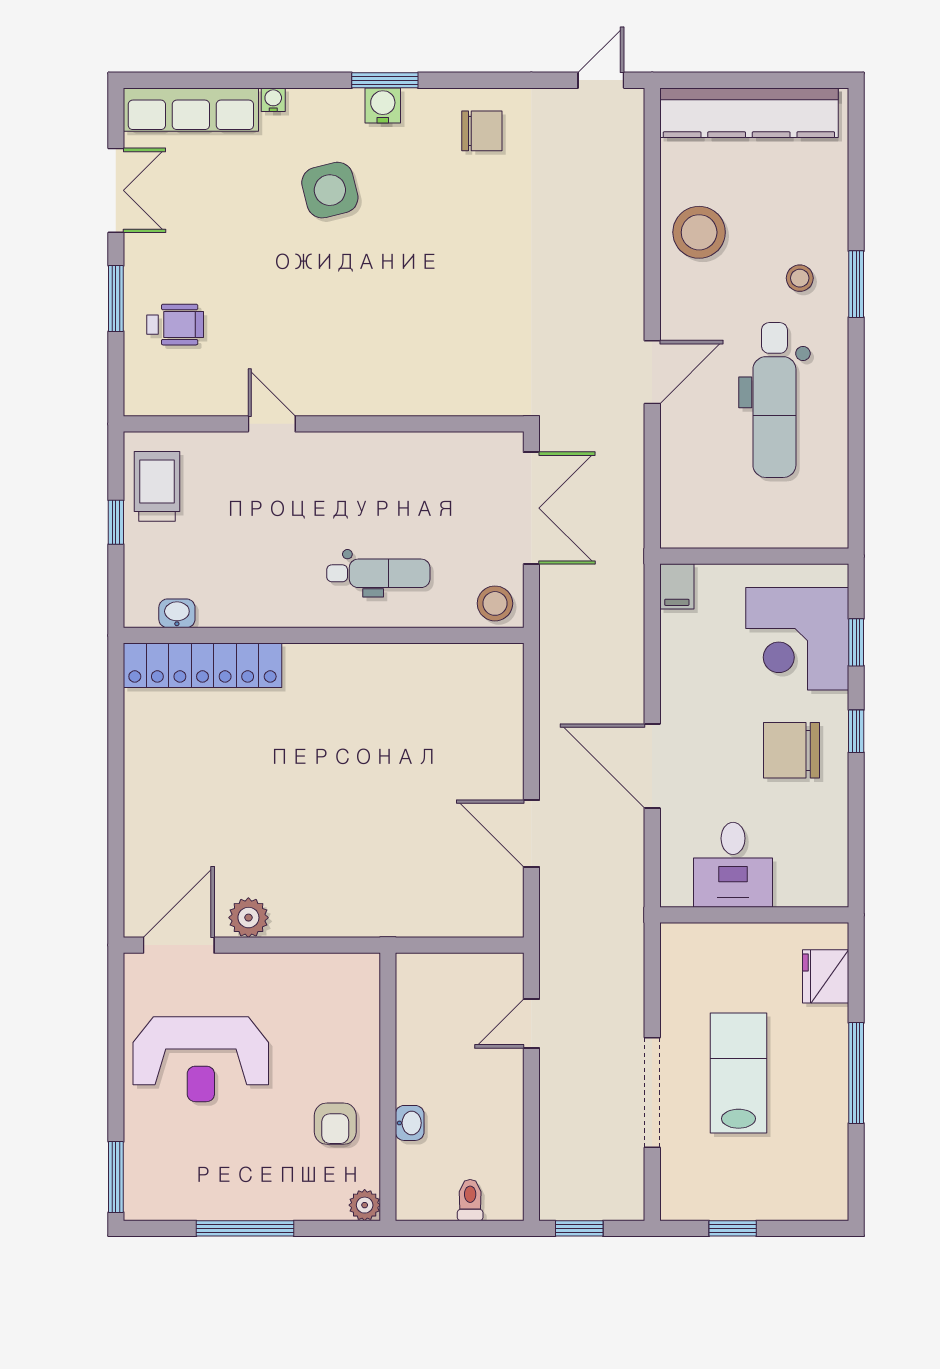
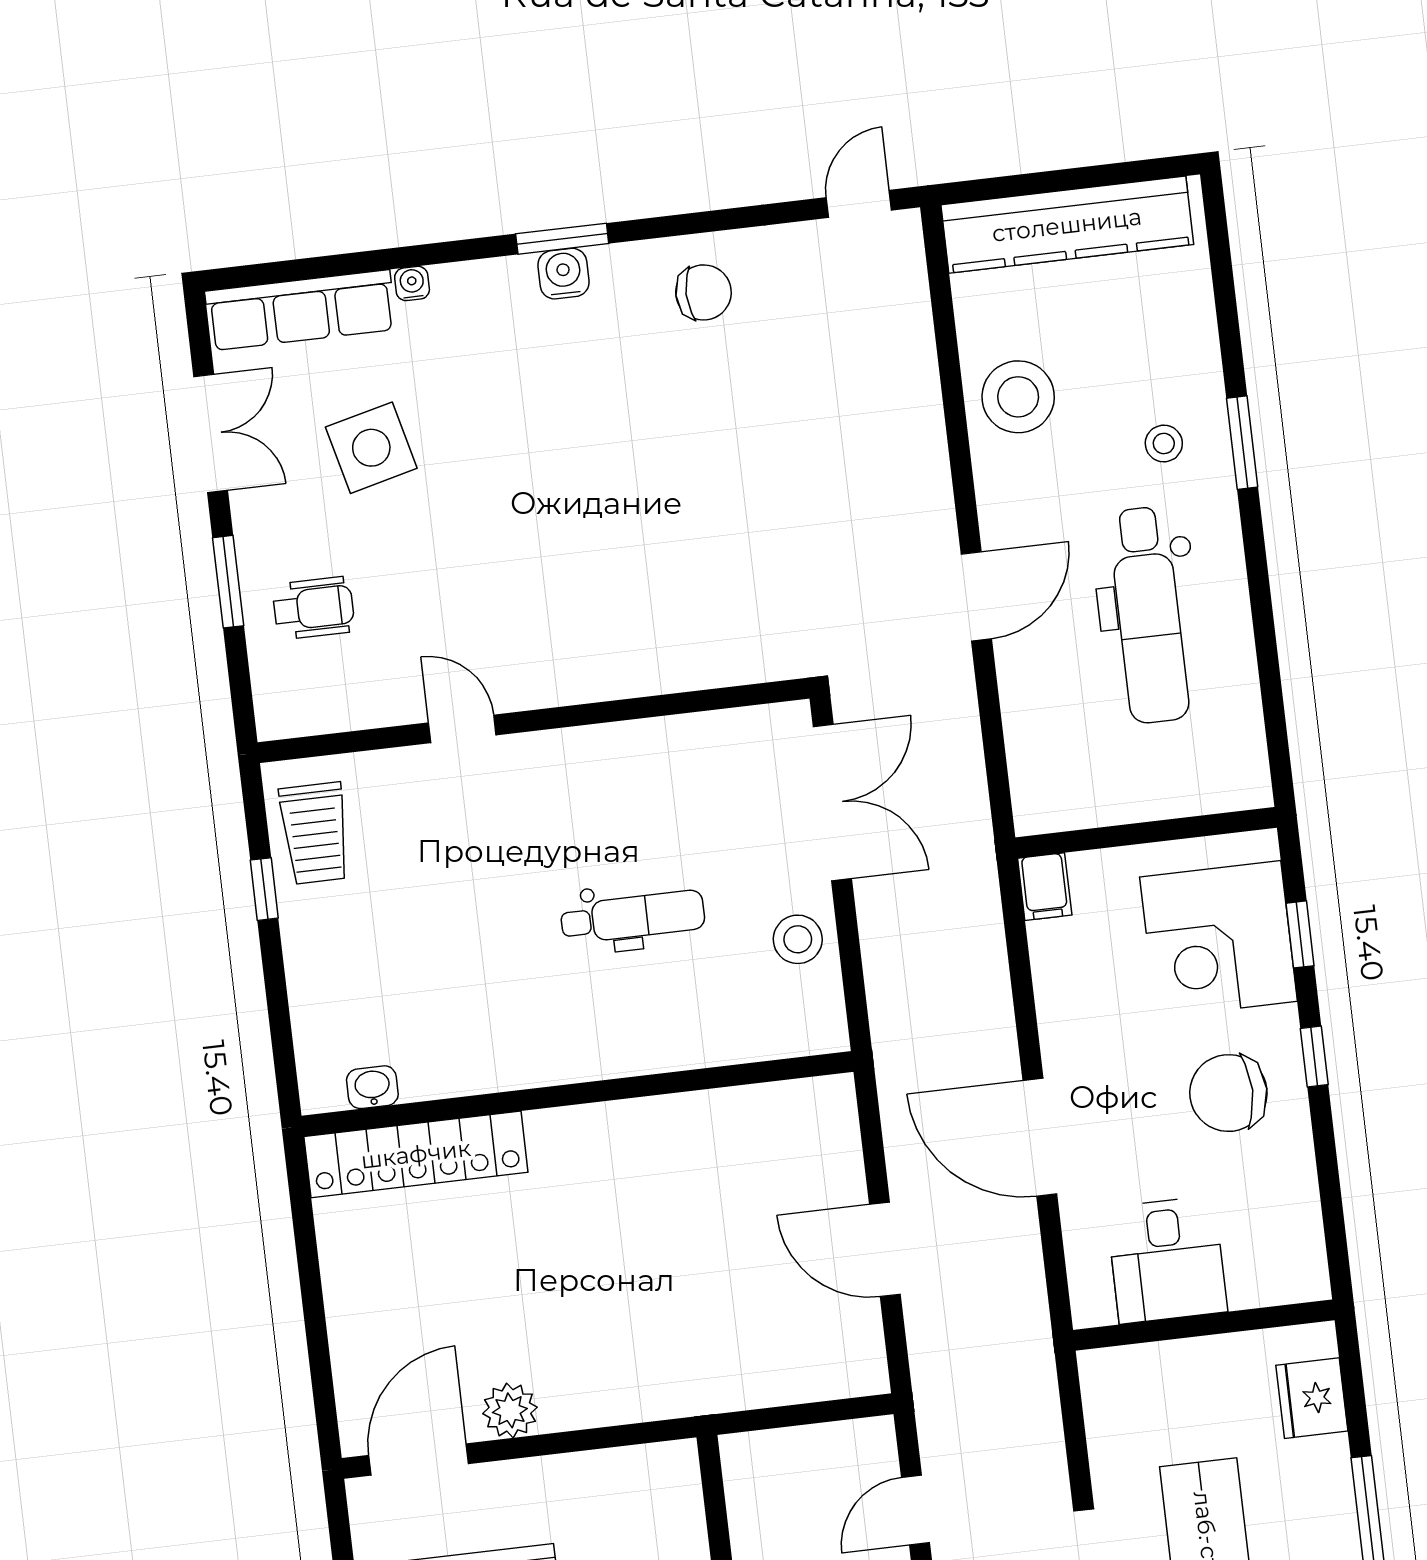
side table: (330, 190) -> (371, 448), moved
trolley: (157, 486) -> (315, 833), turned 180
washbasin: (177, 613) -> (372, 1087), moved
wall: (324, 635) -> (577, 1094), moved
locker: (202, 665) -> (416, 1154), moved

